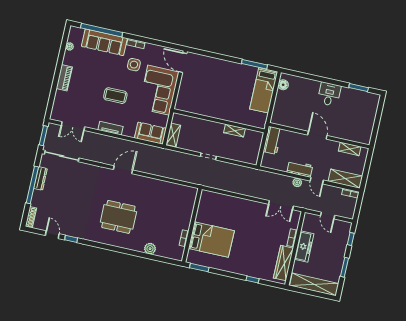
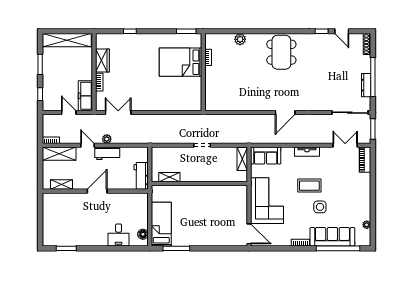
side table: (134, 65) -> (320, 207), moved
piano: (64, 78) -> (365, 160), moved
desk: (329, 94) -> (119, 235), moved
shelving: (235, 131) -> (169, 177), moved
door: (317, 135) -> (97, 191), swing flipped
dining table: (118, 217) -> (281, 52), moved, turned 90
freezer: (304, 247) -> (85, 96), moved
wardrobe: (283, 263) -> (102, 61), width x0.67

